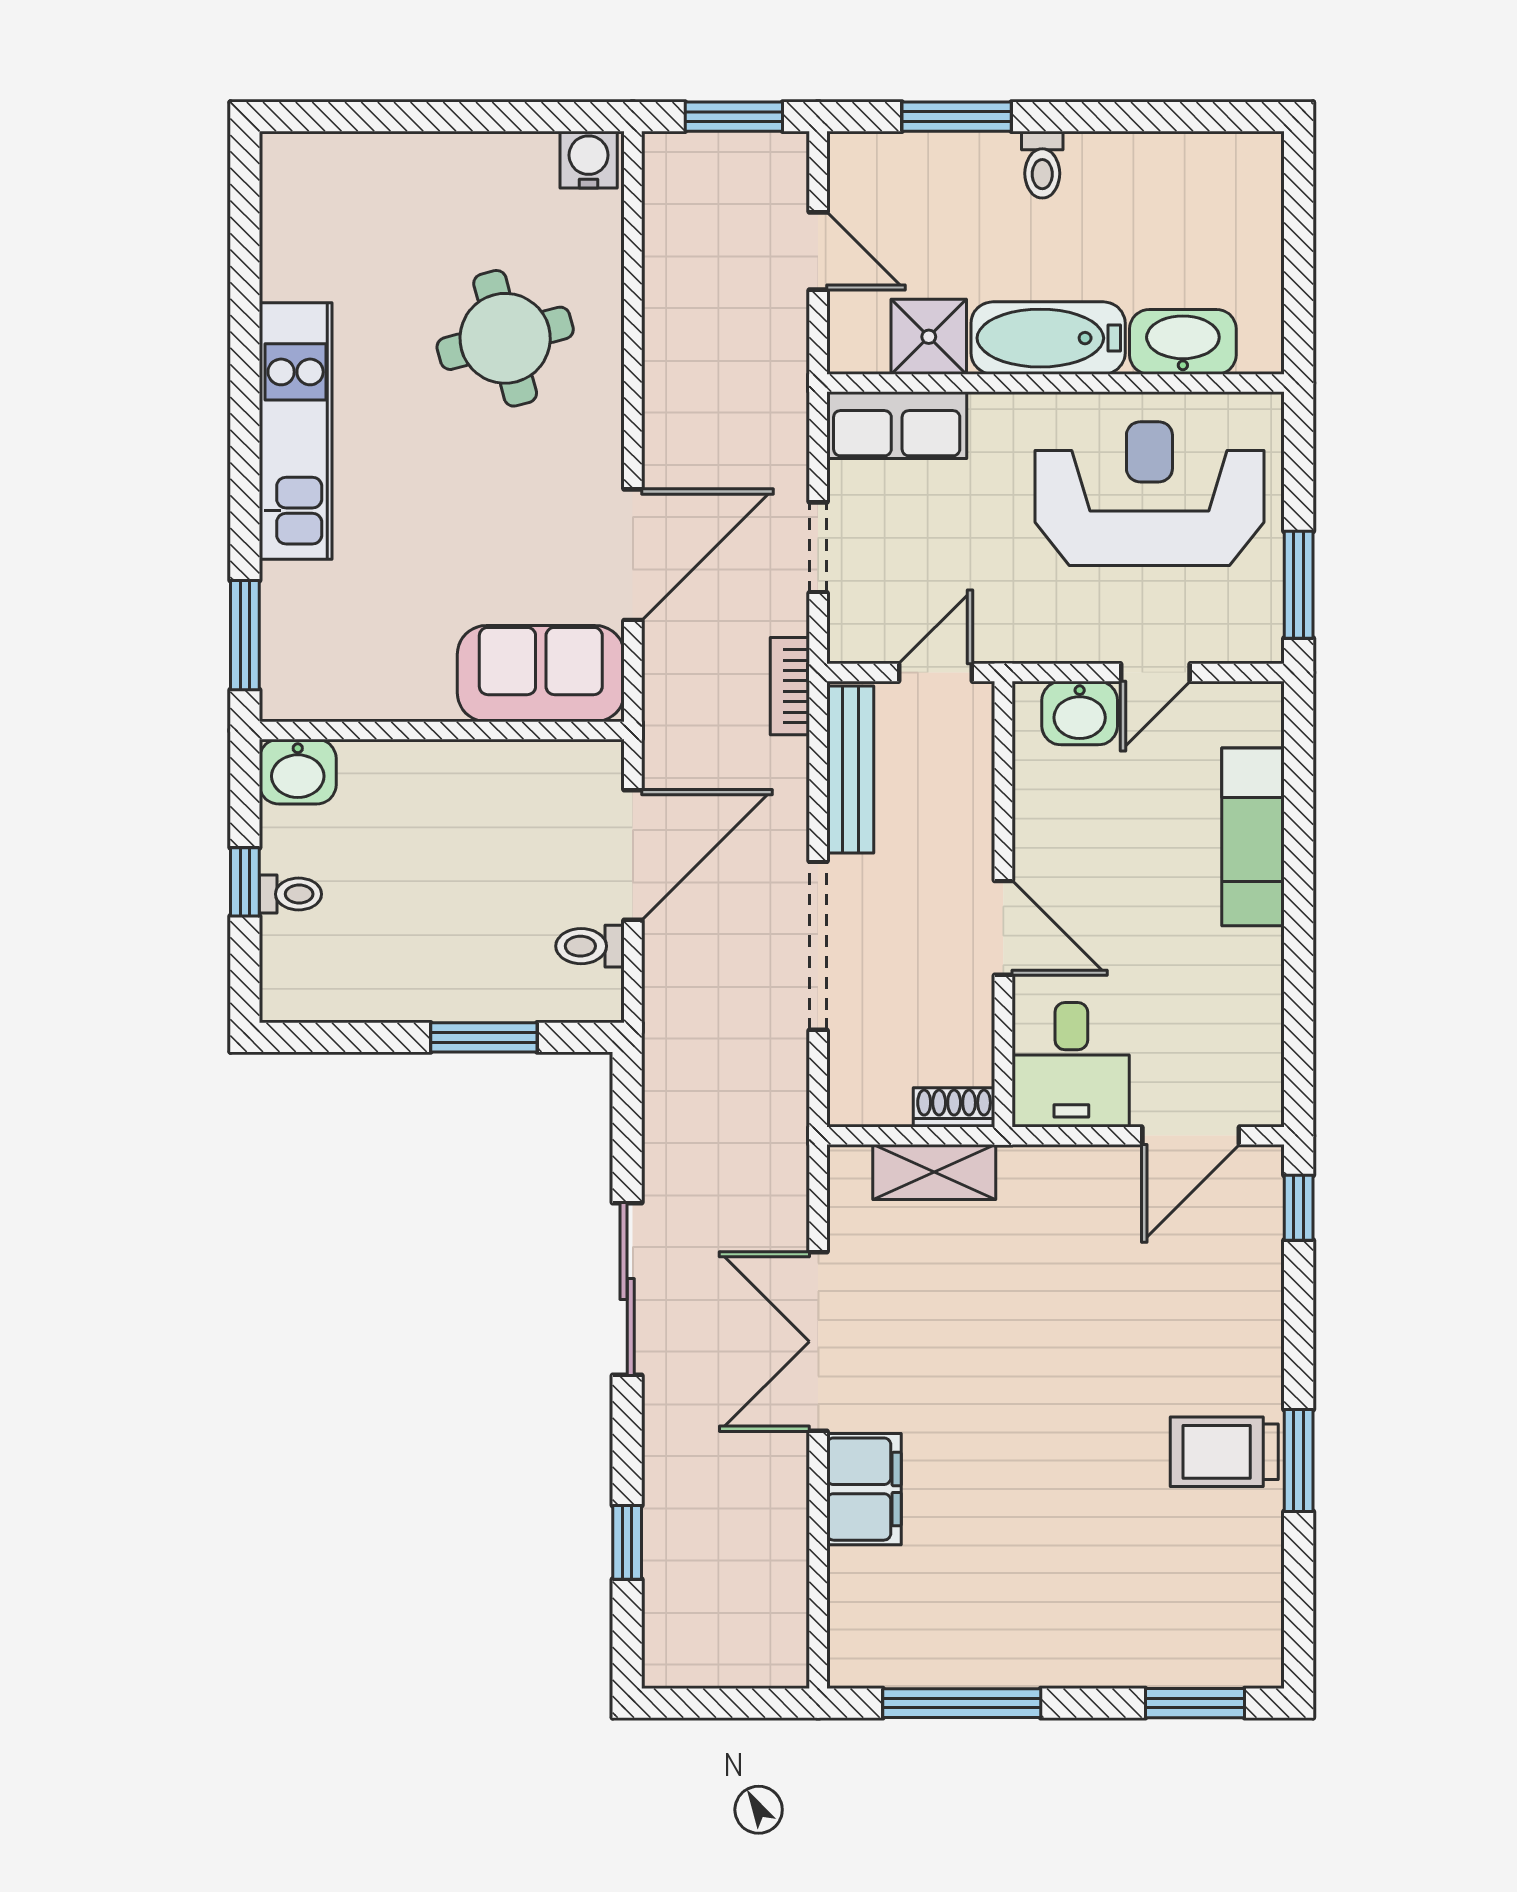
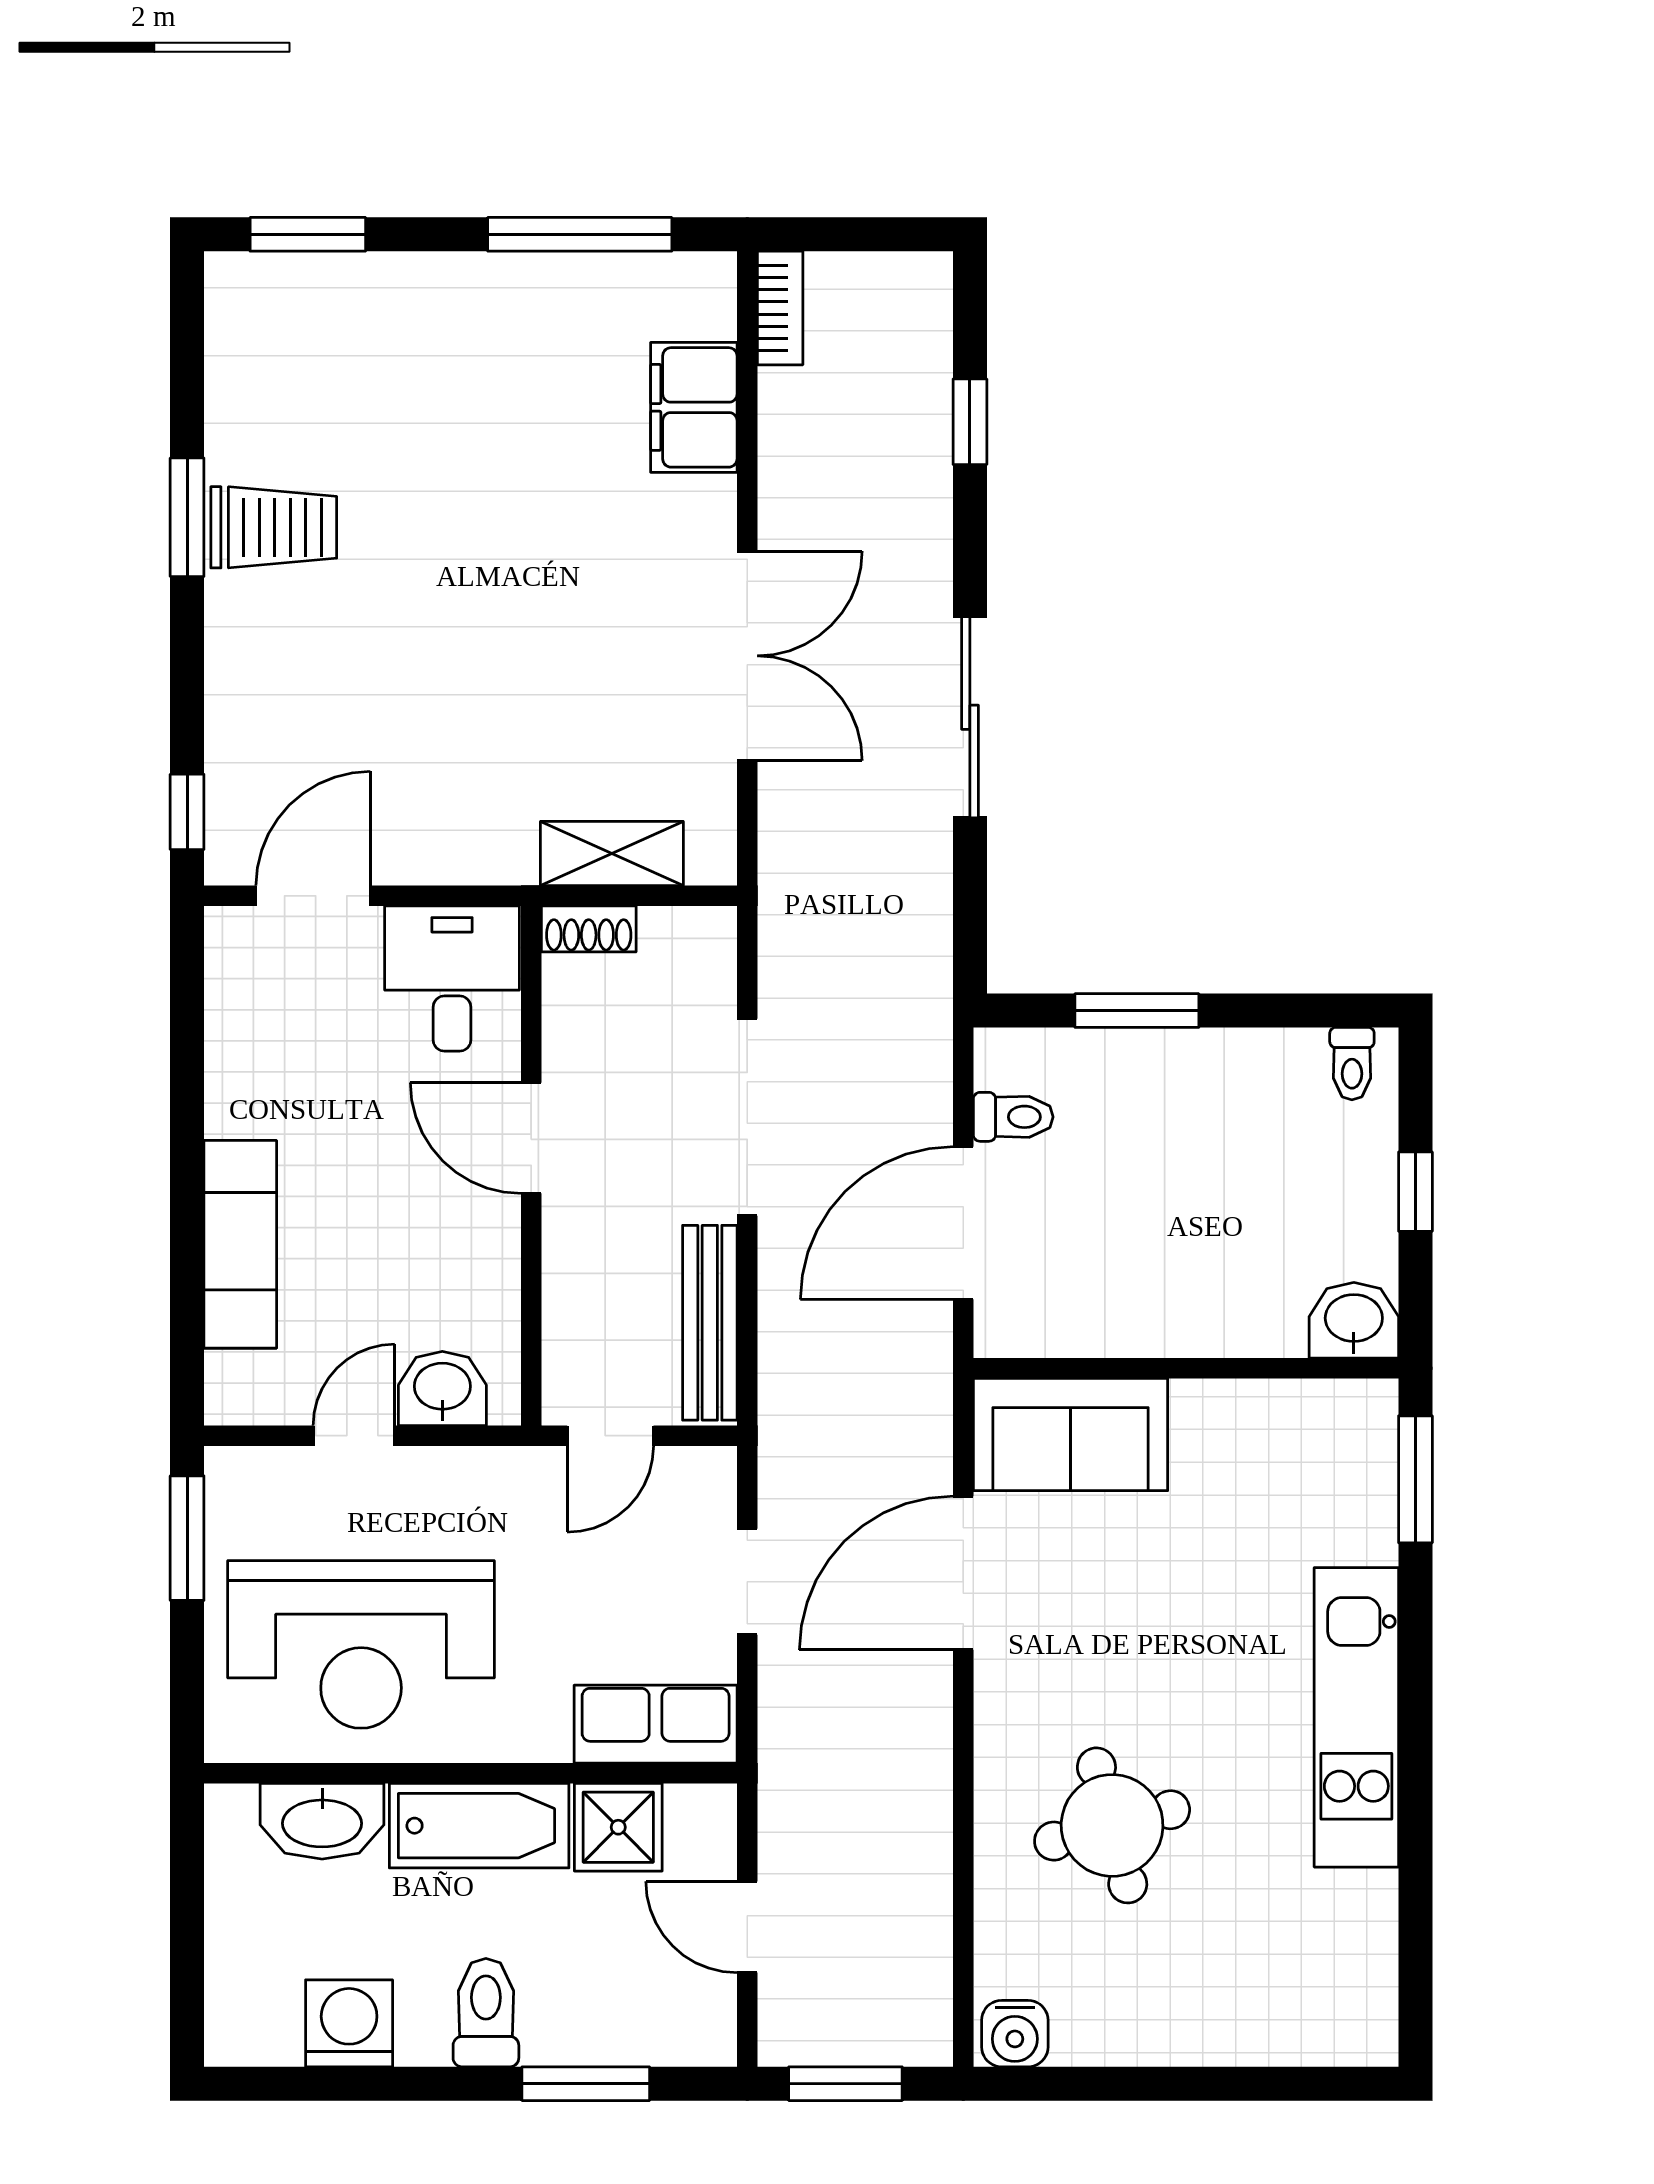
toilet: (1042, 165) -> (486, 2013), width x1.37, depth x1.39
washing machine: (1160, 169) -> (349, 2023), added
bookcase: (790, 686) -> (780, 308), moved
toilet: (290, 894) -> (1352, 1064), moved, turned -90
filing cabinet: (864, 1489) -> (694, 407), moved

